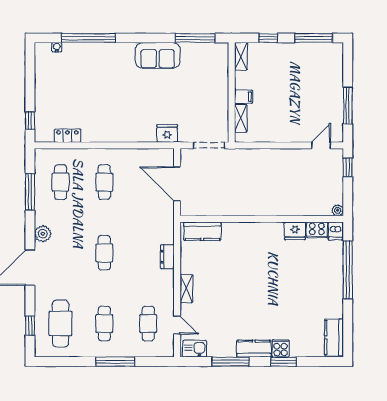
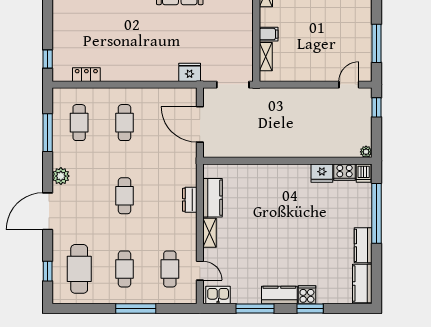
kitchen counter: (202, 231) -> (213, 198), moved, turned -90
kitchen counter: (335, 301) -> (363, 245), added

